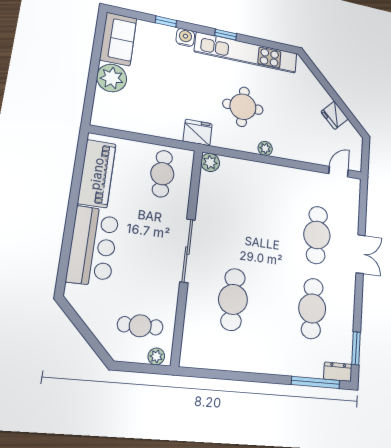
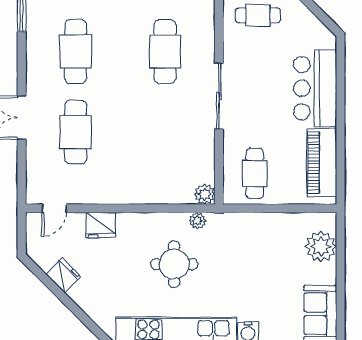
plant: (112, 78) -> (321, 247), moved
fridge: (198, 132) -> (101, 225), moved
plant: (265, 148) -> (197, 221), moved

